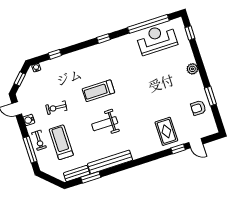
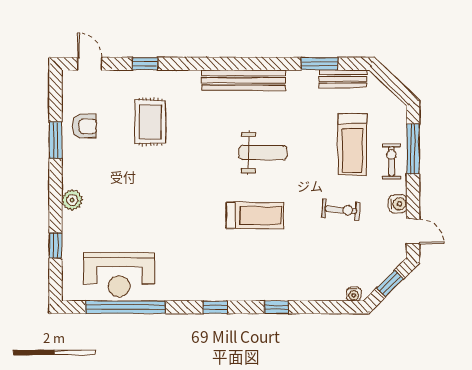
window: (190, 33) -> (56, 245), moved
window: (55, 54) -> (276, 307), moved
rug: (166, 131) -> (150, 122), moved
door: (196, 143) -> (90, 64), moved
bench: (110, 162) -> (243, 80), moved

